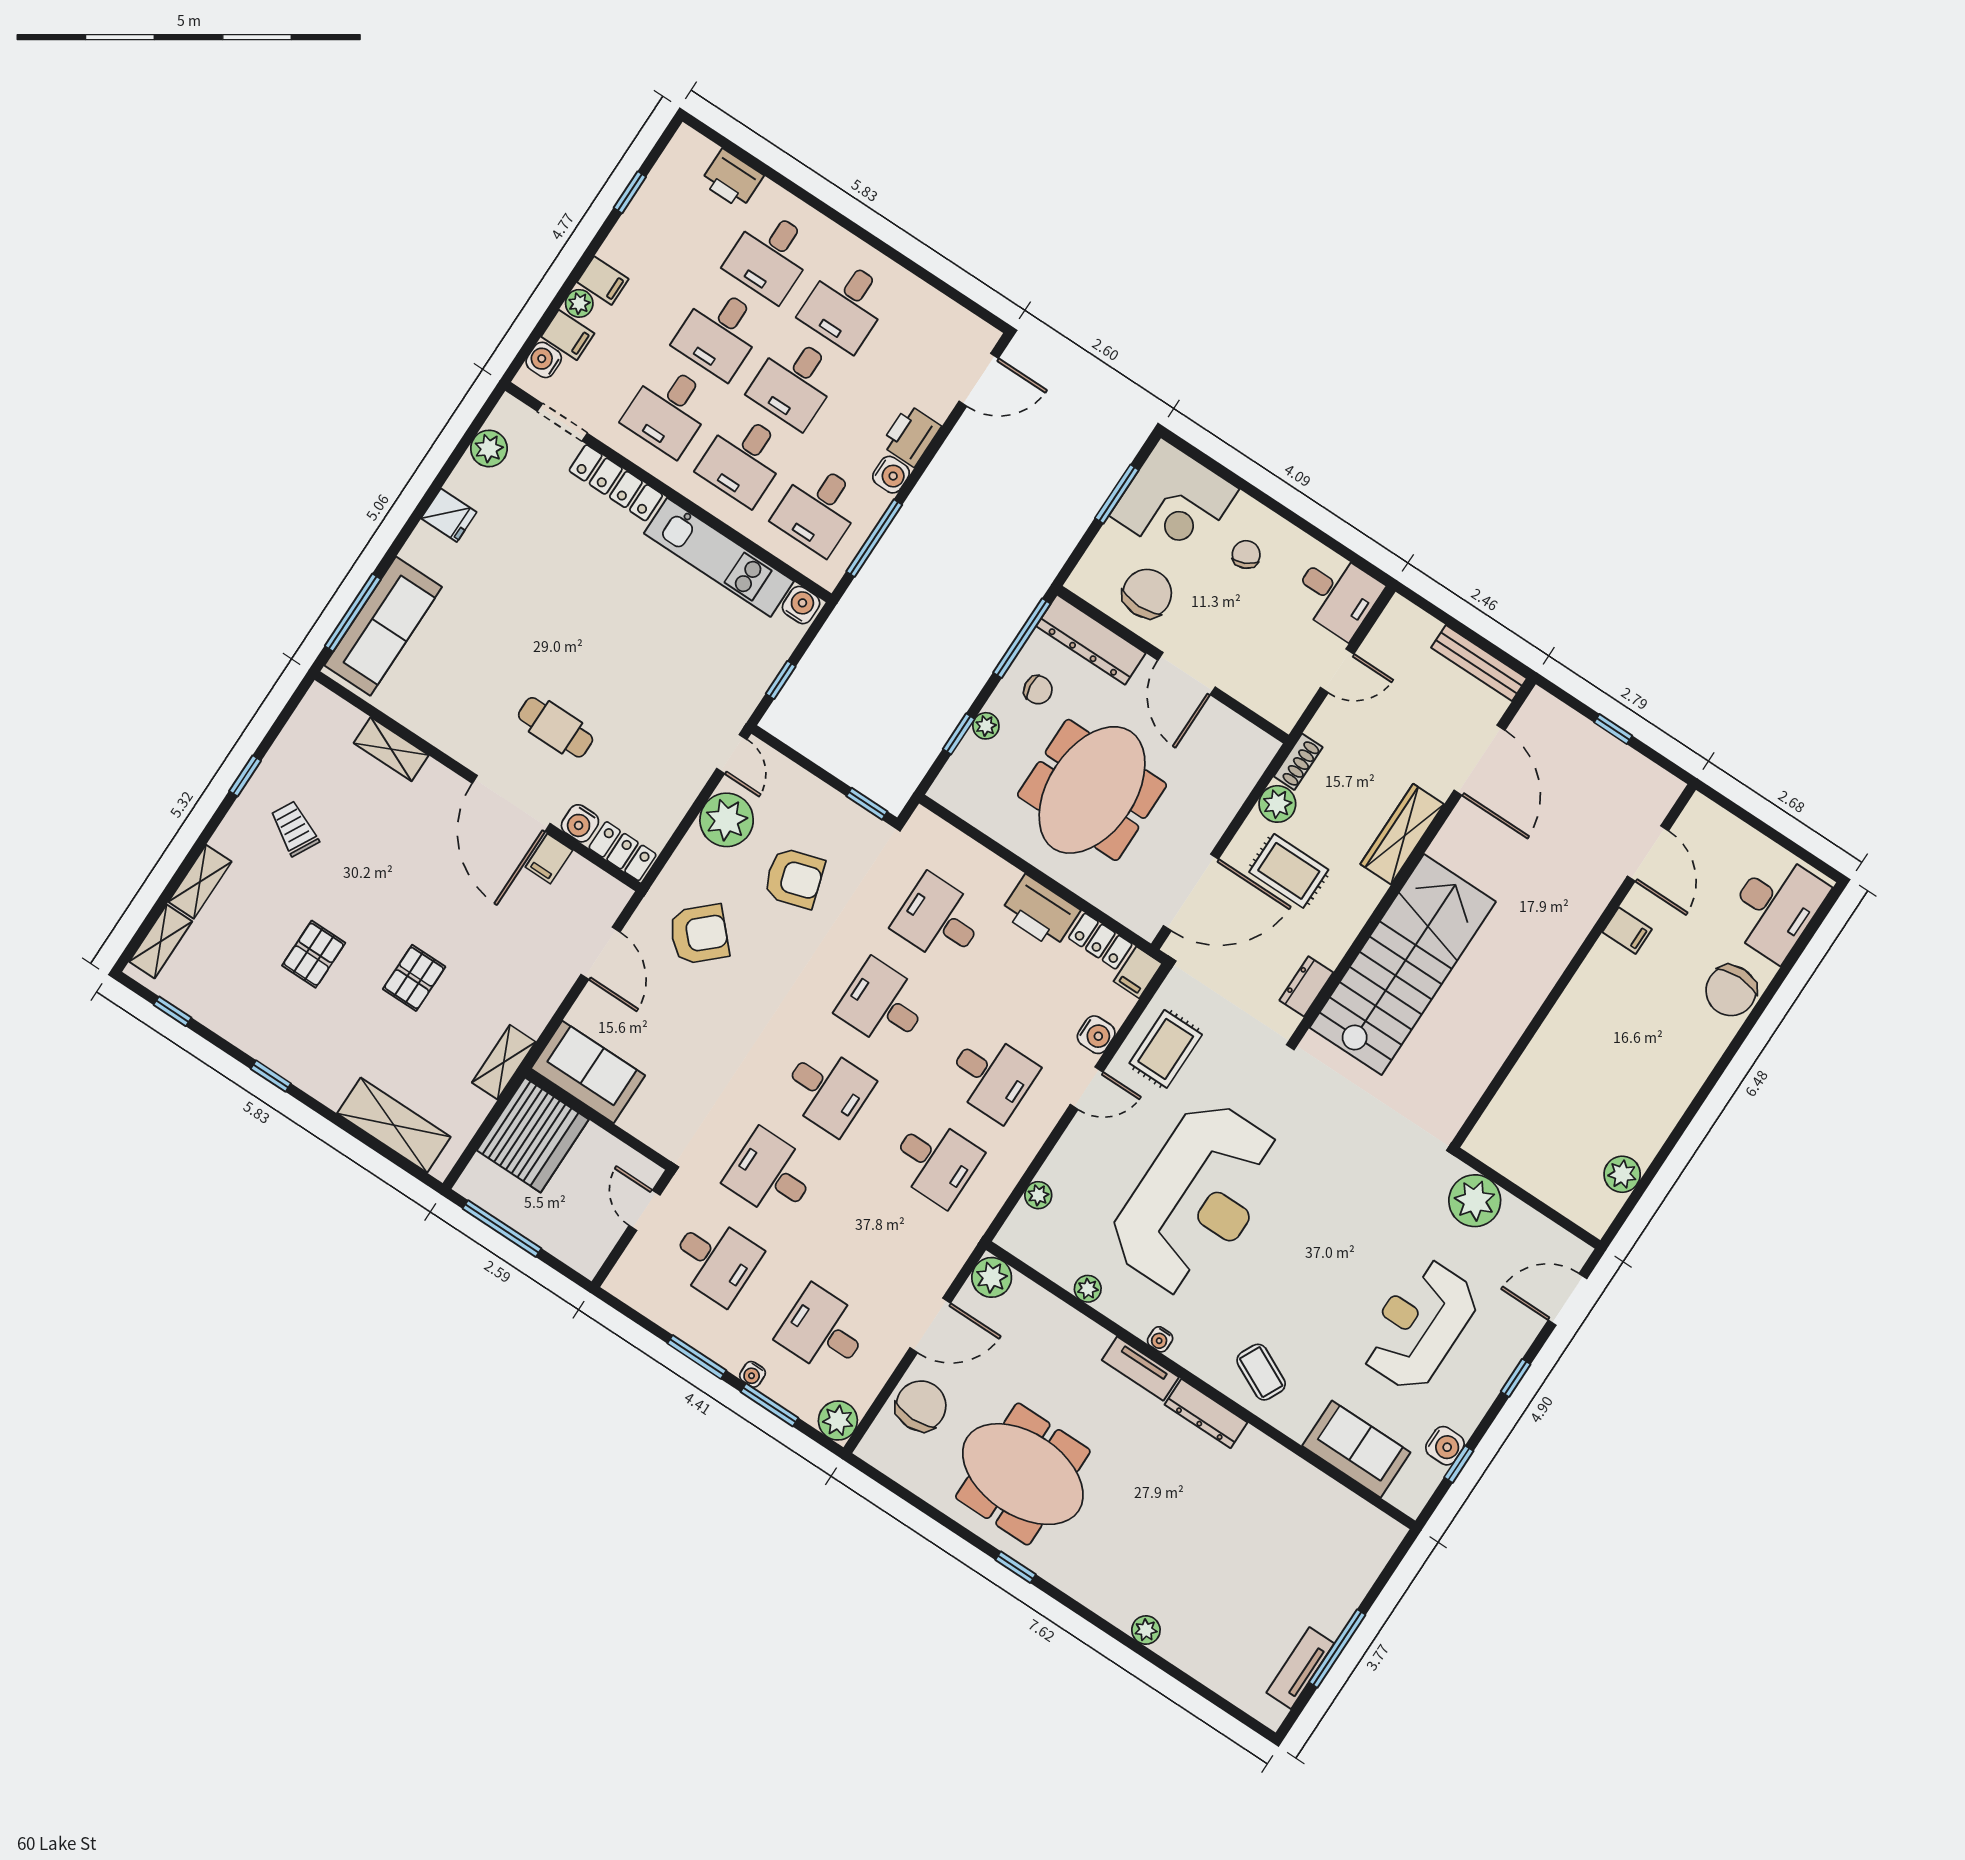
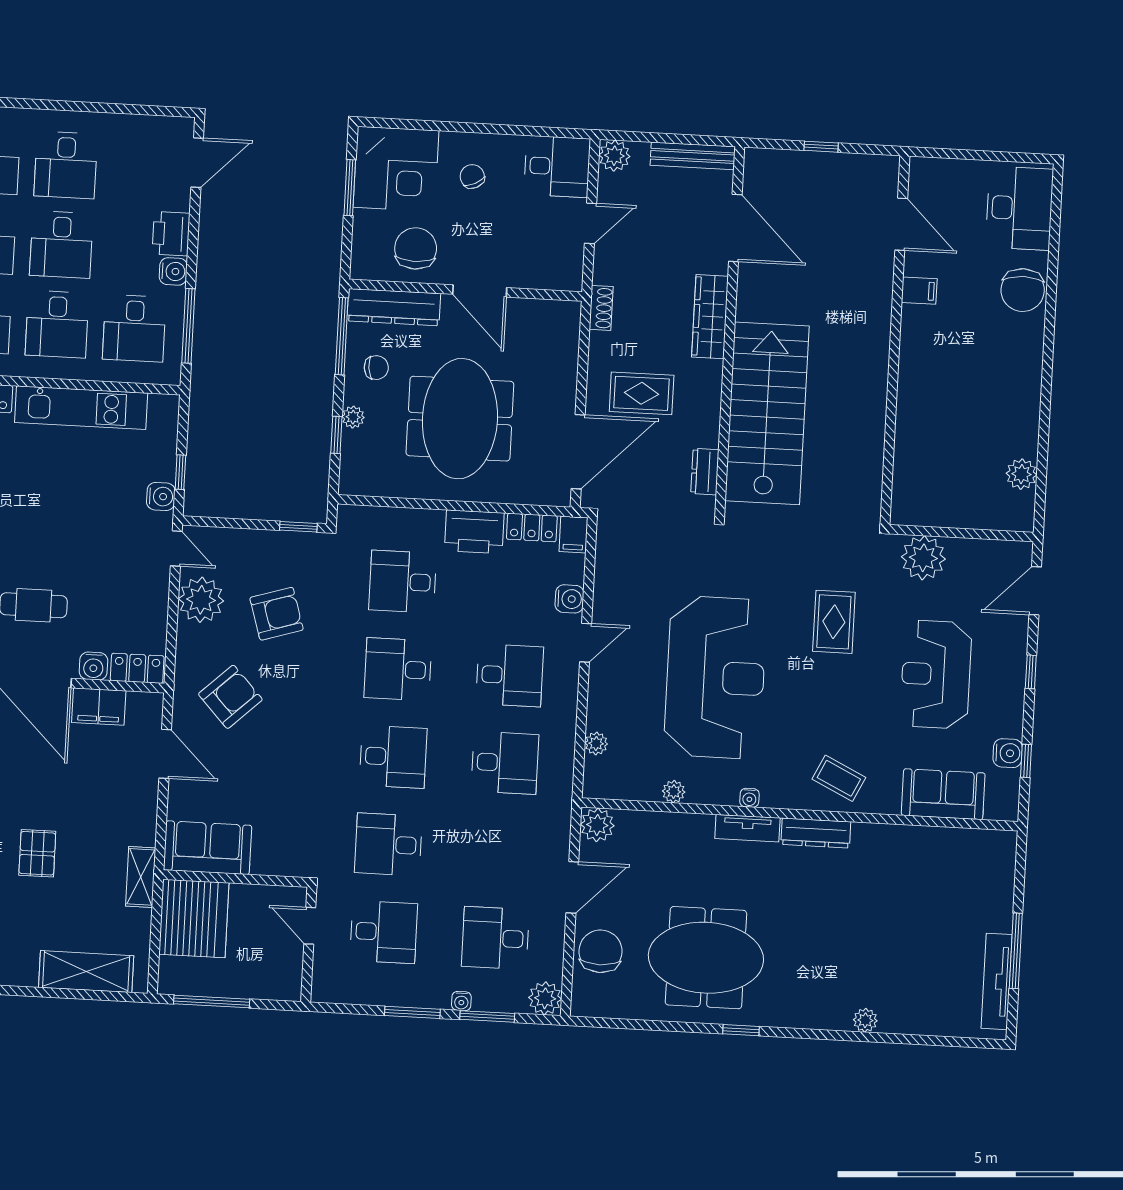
water cooler: (801, 605) -> (161, 496), moved, turned 90
plant: (1277, 804) -> (614, 156), moved
filing cabinet: (549, 859) -> (99, 707), width x2.00
rug: (1166, 1049) -> (834, 622), moved
tv unit: (1300, 1668) -> (997, 981), width x1.41

